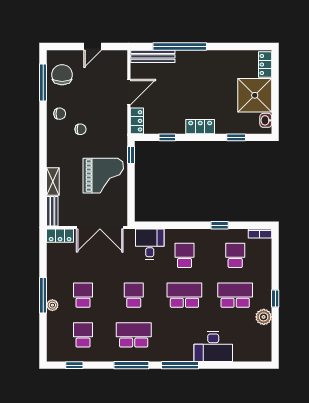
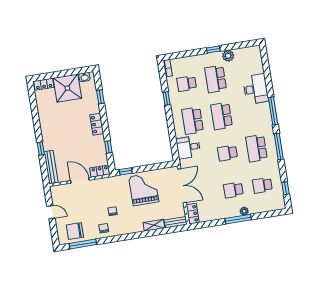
window: (180, 47) -> (41, 148), width x0.32
school desk: (184, 255) -> (193, 121), width x1.85

